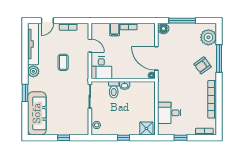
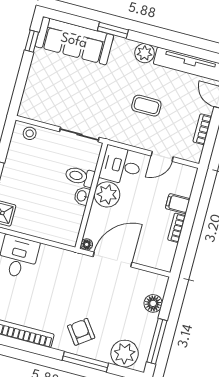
window: (182, 21) -> (157, 341), moved
floor lamp: (163, 29) -> (153, 303), moved
plant: (120, 71) -> (107, 194), added
window: (64, 138) -> (32, 41), moved

